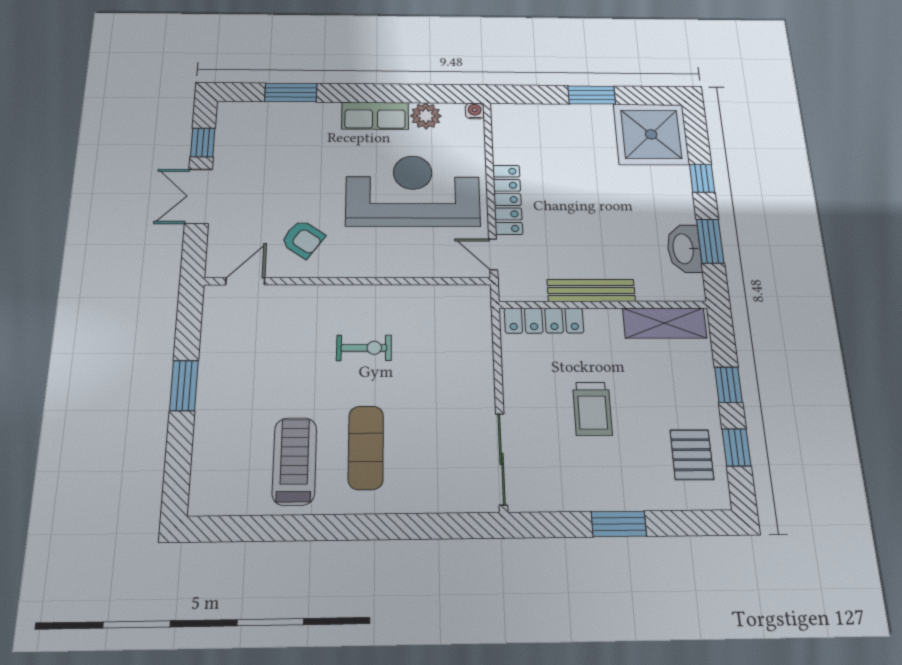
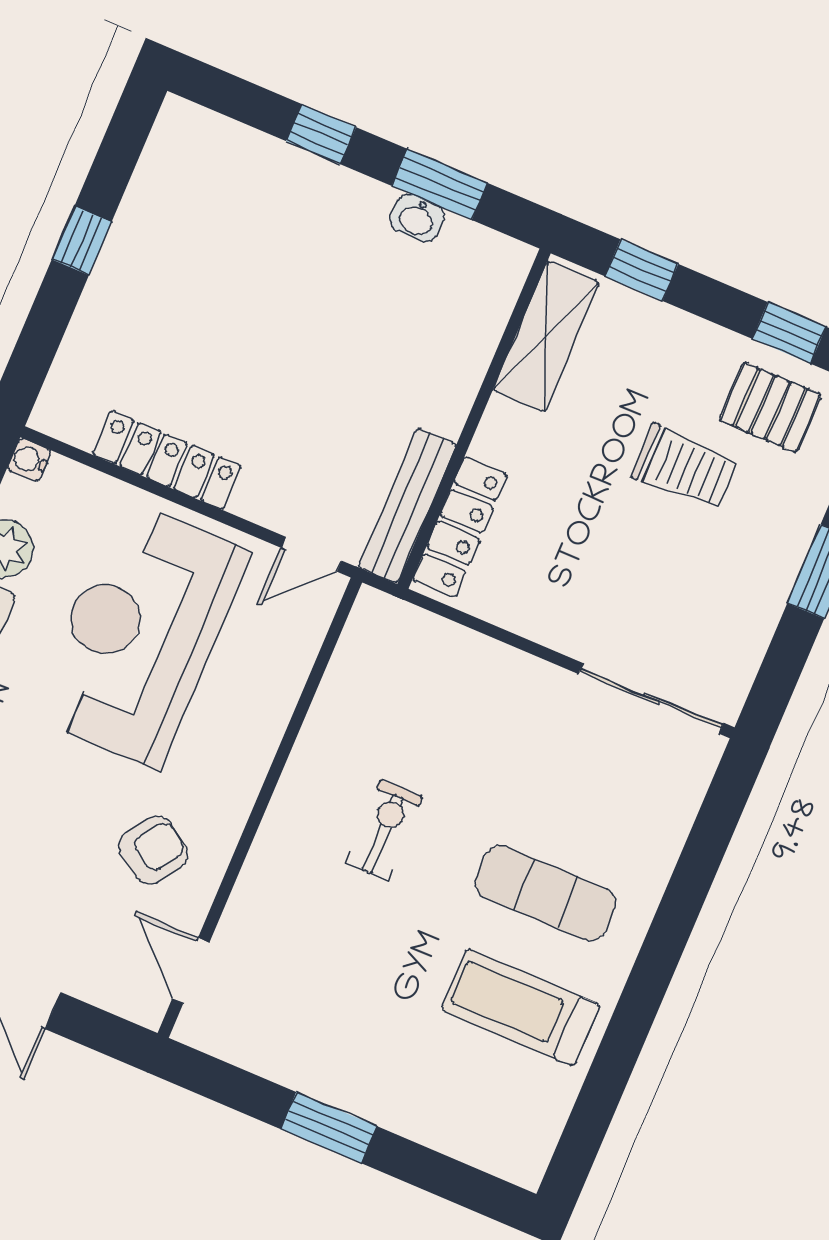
window: (592, 95) -> (82, 241), width x0.67
shower: (651, 134) -> (202, 177), removed
locker: (508, 200) -> (167, 460), moved
washbasin: (684, 249) -> (417, 218), width x0.52, depth x0.69
bench: (591, 290) -> (407, 506), moved
window: (728, 385) -> (642, 270), moved
trolley: (592, 409) -> (685, 468), moved

